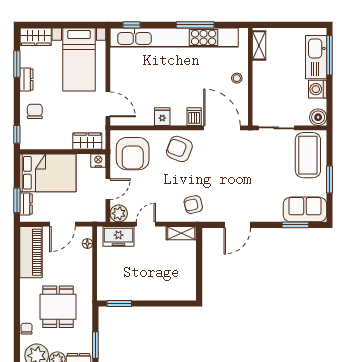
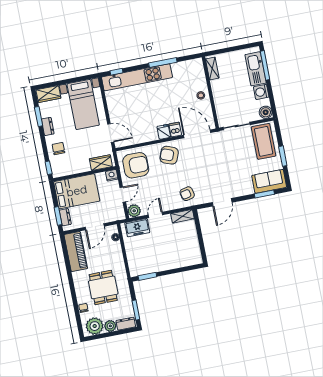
kitchen unit: (174, 38) -> (137, 77), width x0.73
fridge: (162, 117) -> (164, 132), moved
armchair: (133, 154) -> (136, 165), turned -90

